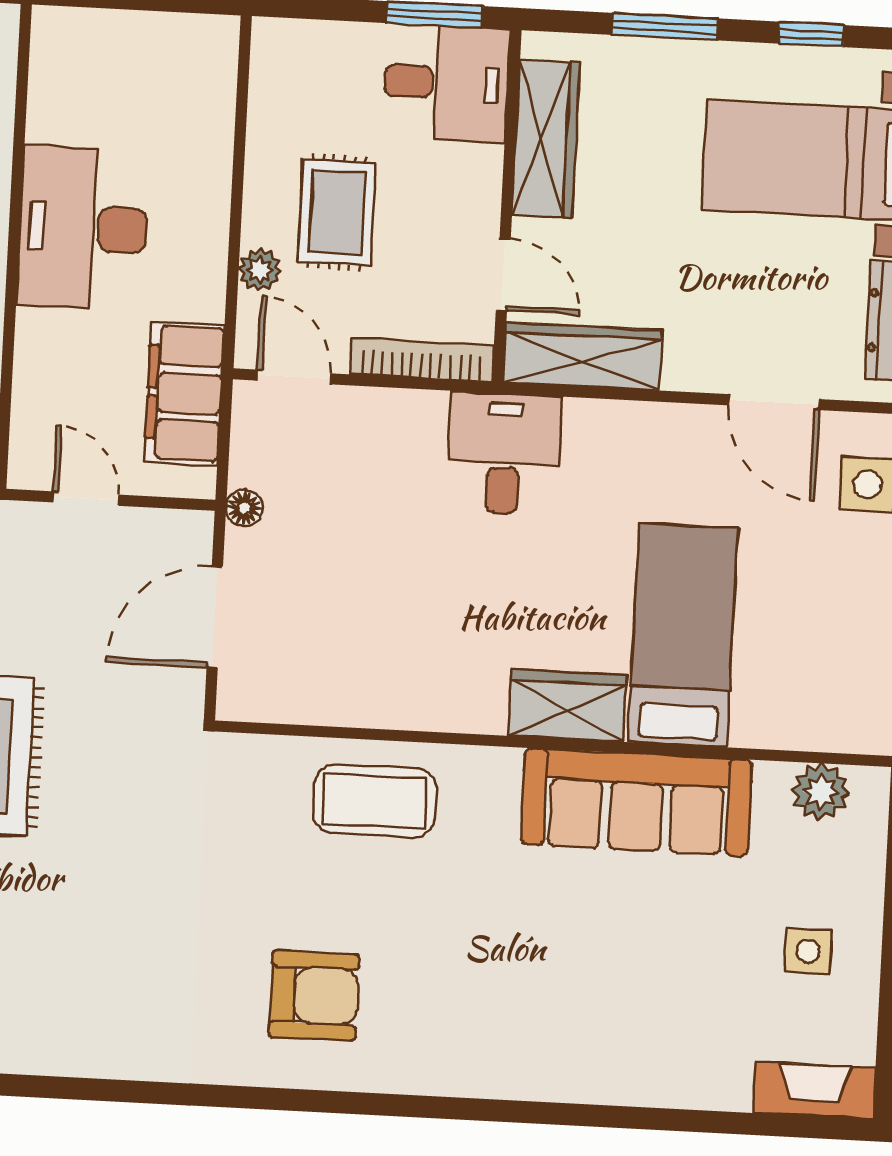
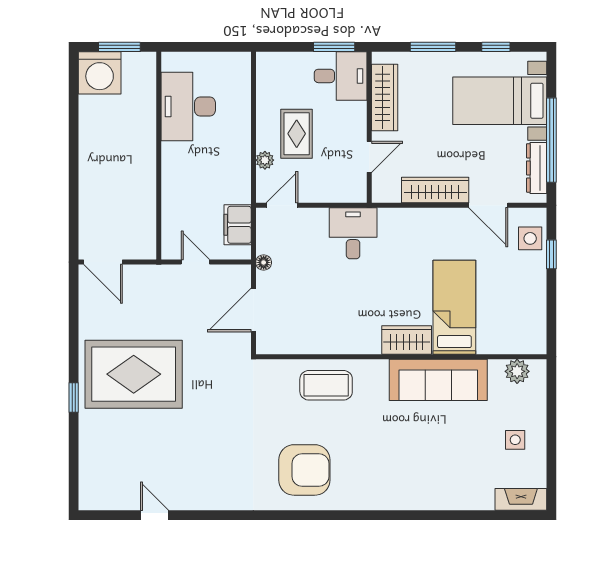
desk: (83, 228) -> (188, 107), moved
door: (503, 275) -> (369, 157), hinge flipped
wardrobe: (582, 356) -> (435, 190), moved
bookcase: (422, 360) -> (336, 195), removed
door: (294, 377) -> (282, 205), hinge flipped
filing cabinet: (184, 393) -> (238, 225), width x0.67, depth x0.86
desk: (504, 453) -> (353, 233), moved
armchair: (314, 996) -> (304, 470), width x1.36, depth x1.36

